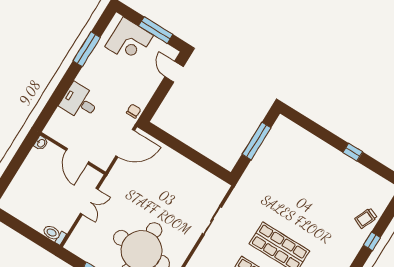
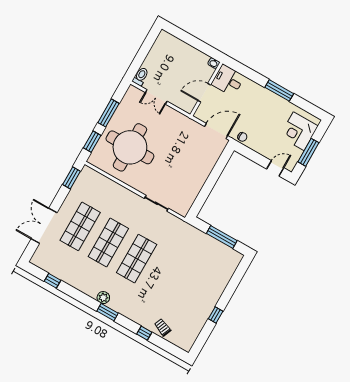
window: (87, 49) -> (279, 90), moved
desk: (80, 102) -> (228, 80), moved, turned -90
door: (125, 143) -> (216, 131), swing flipped
double door: (89, 201) -> (156, 97), moved

